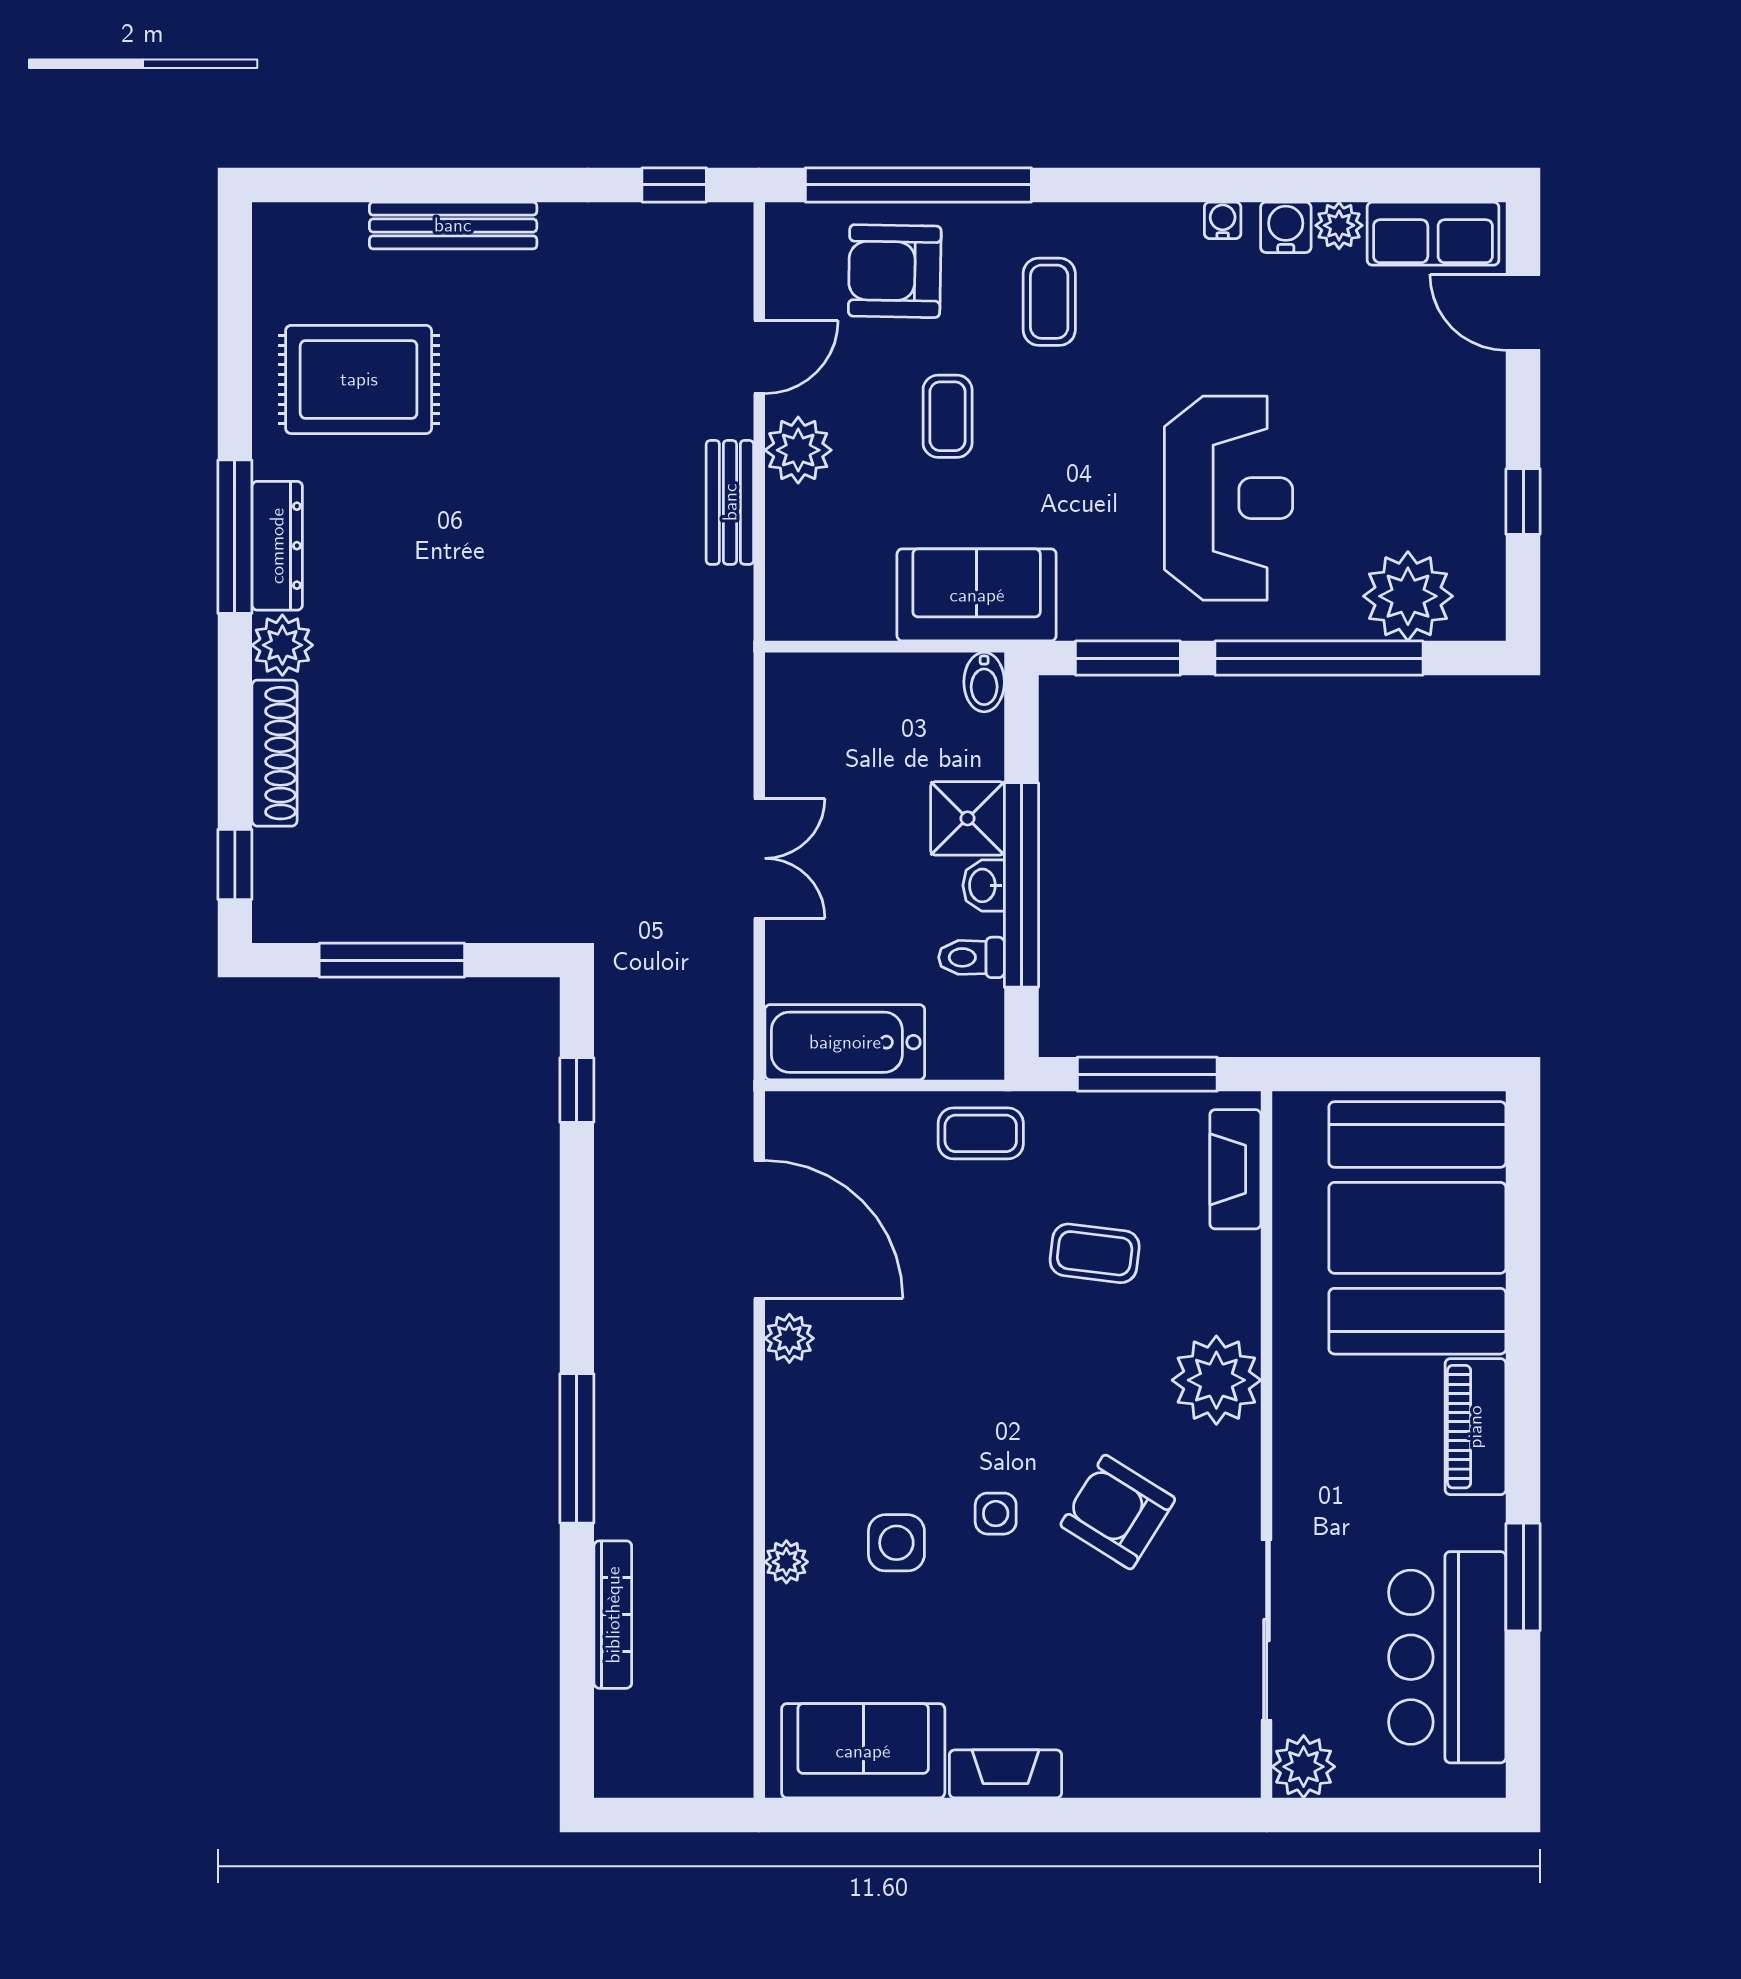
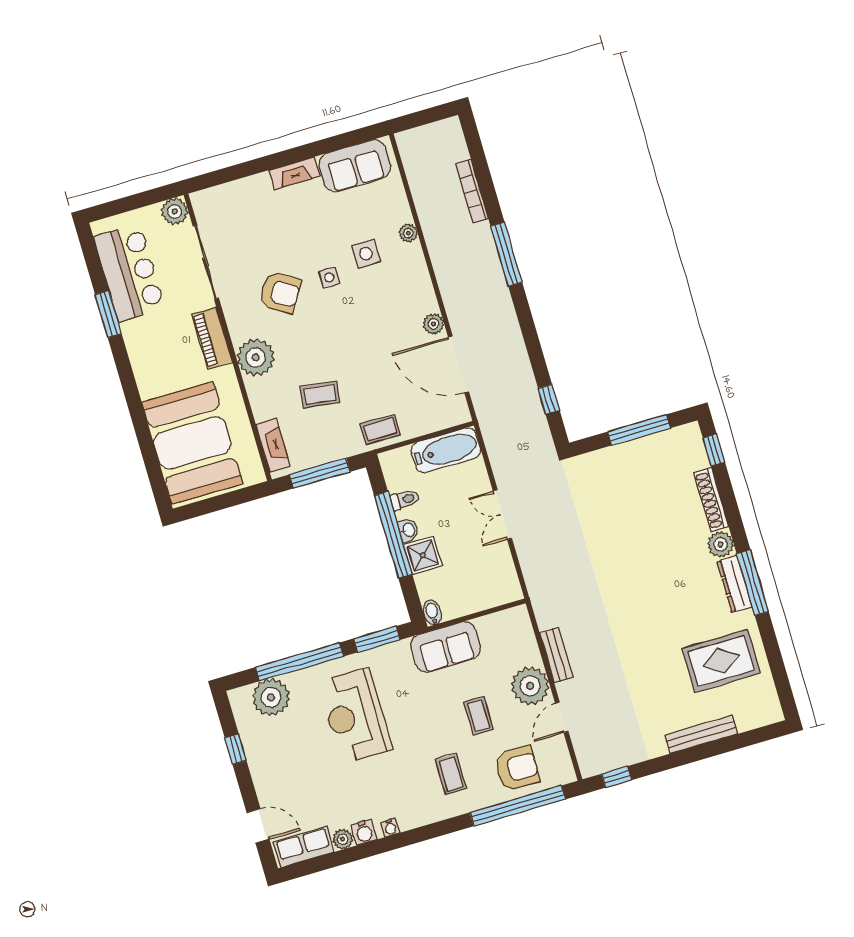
plant: (798, 450) -> (530, 686), width x1.36, depth x1.36
piano: (1475, 1427) -> (212, 338), moved, turned 180

